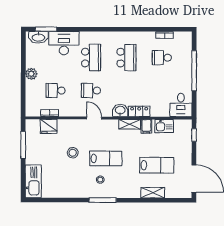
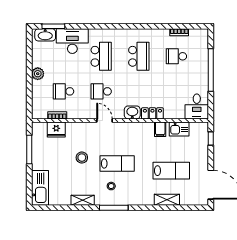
shelving: (130, 124) -> (83, 200), moved

